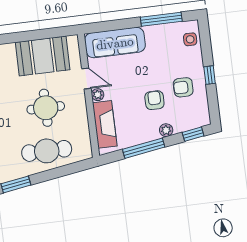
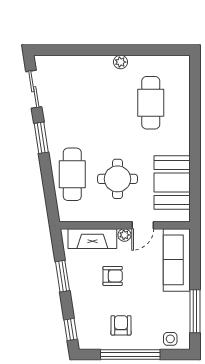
window: (210, 75) -> (130, 355), width x3.17
armchair: (154, 100) -> (113, 276), moved
plant: (166, 130) -> (78, 302), removed
window: (144, 148) -> (62, 276), width x0.69

